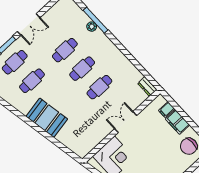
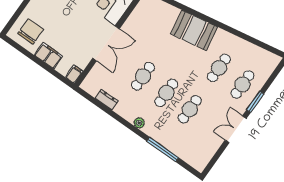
plant: (92, 27) -> (139, 123), moved
dresser: (147, 86) -> (107, 100), moved
filing cabinet: (167, 110) -> (74, 74), moved
double door: (126, 122) -> (106, 44), width x1.37

